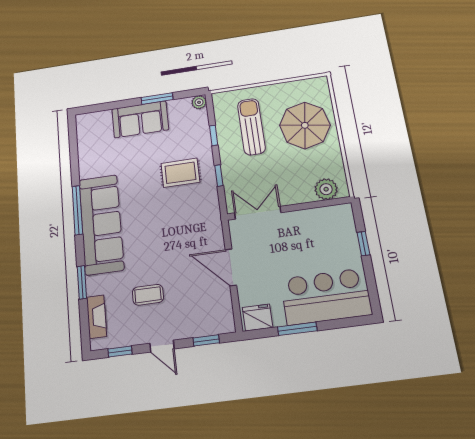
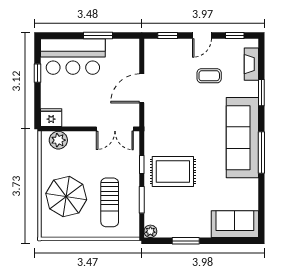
sofa: (140, 119) -> (235, 224), moved
window: (214, 135) -> (142, 200), width x1.50
rug: (180, 173) -> (173, 172), width x1.36, depth x1.43
window: (363, 244) -> (38, 73), moved
door: (231, 267) -> (142, 88), swing flipped
fridge: (258, 317) -> (51, 118), moved, turned 180
door: (162, 346) -> (202, 36), swing flipped

